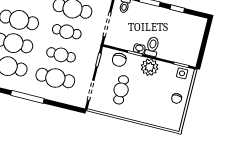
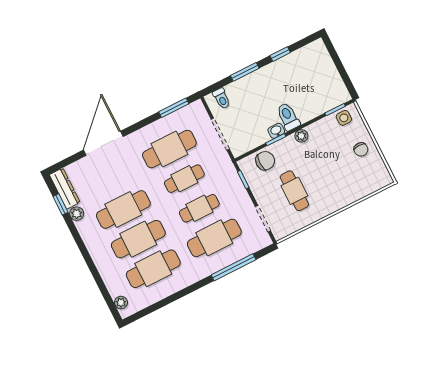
chair: (119, 60) -> (265, 161), turned -90
plant: (150, 67) -> (301, 136), width x0.53, depth x0.53
window: (27, 97) -> (234, 267), moved

